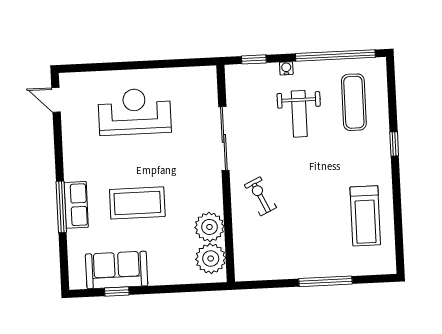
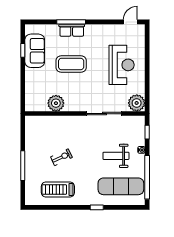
exercise mat: (354, 102) -> (121, 186), width x1.36, depth x1.45
exercise bike: (260, 196) -> (61, 157), moved
coffee table: (137, 203) -> (71, 64), turned 90
plant: (211, 259) -> (137, 103), moved

